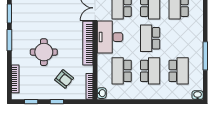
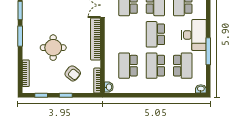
desk: (110, 37) -> (194, 35), moved, turned 180
school desk: (150, 71) -> (155, 66), turned 180

